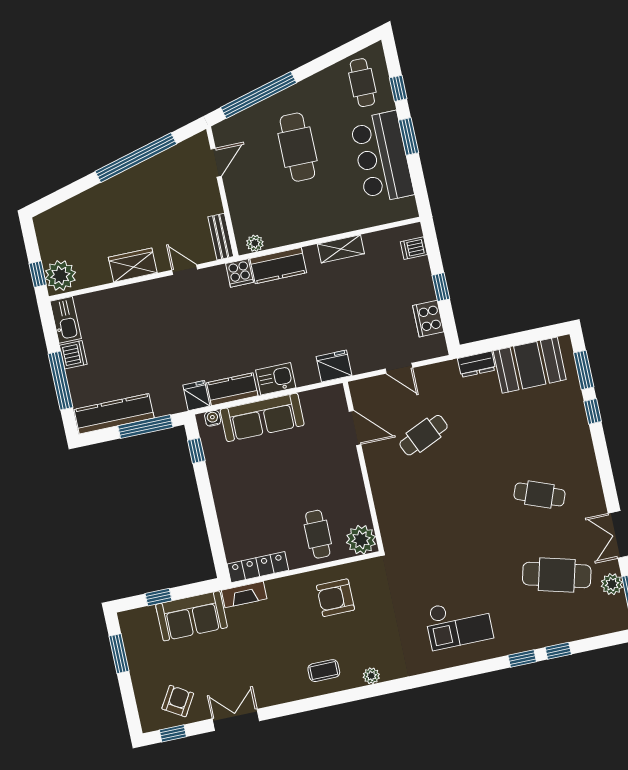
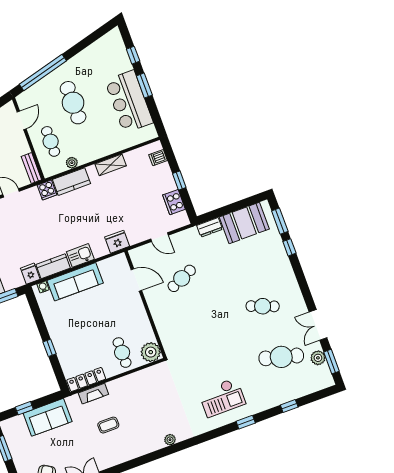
cafe table: (362, 83) -> (51, 141), moved
plant: (255, 243) -> (72, 163), moved
window: (196, 451) -> (50, 348), moved
fireplace: (244, 595) -> (93, 394), moved
armchair: (335, 598) -> (139, 392), removed
window: (522, 658) -> (246, 422), moved
coffee table: (324, 671) -> (108, 425), moved

